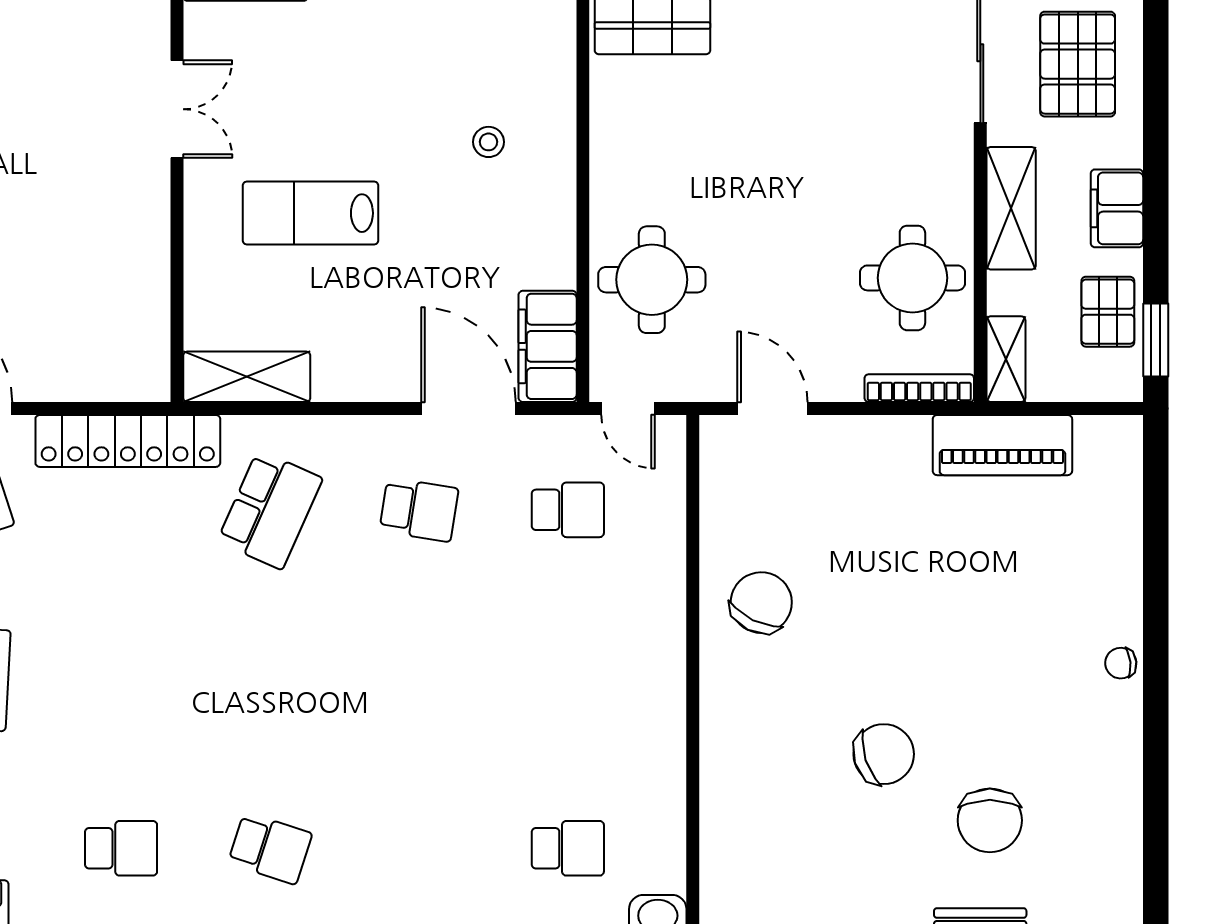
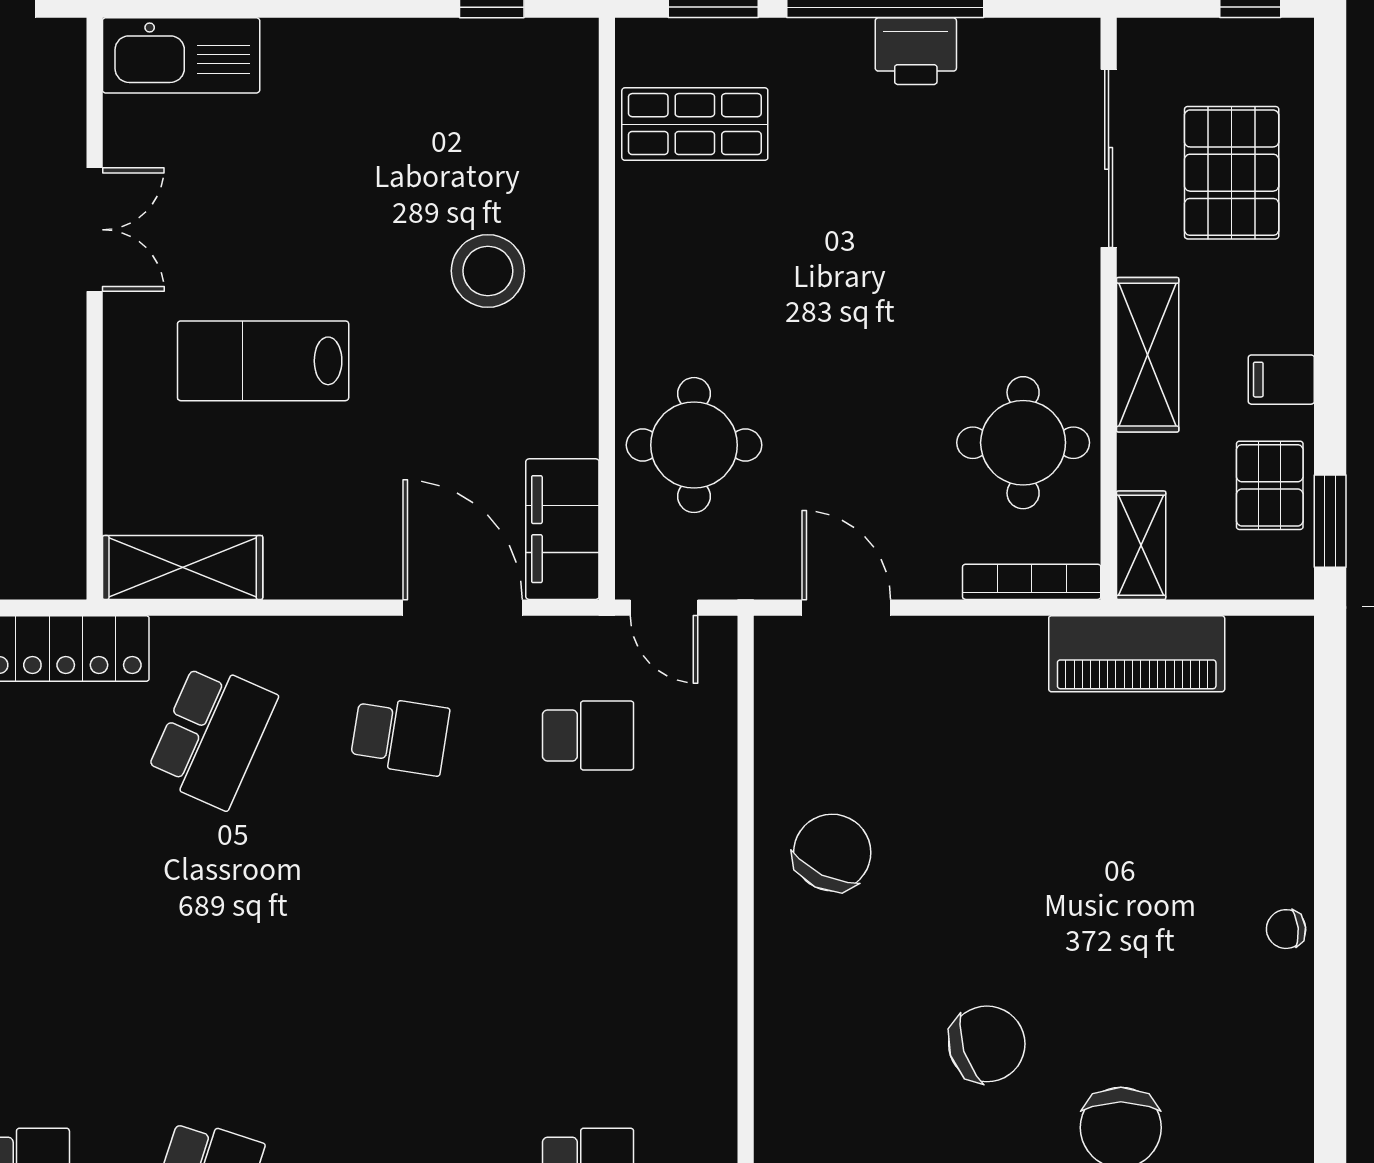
stool: (489, 142) -> (488, 271), width x1.89, depth x1.89
filing cabinet: (1117, 208) -> (1281, 380), width x0.50

